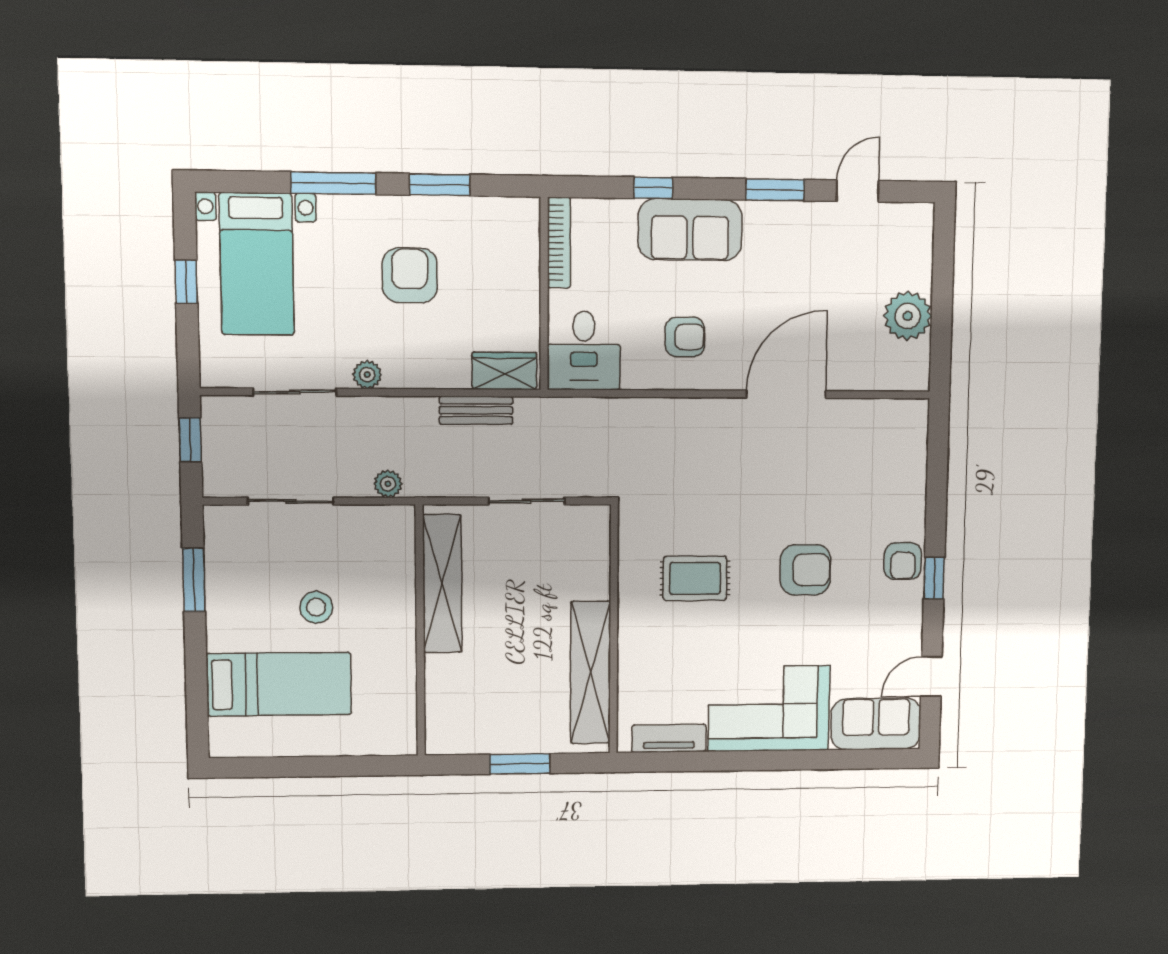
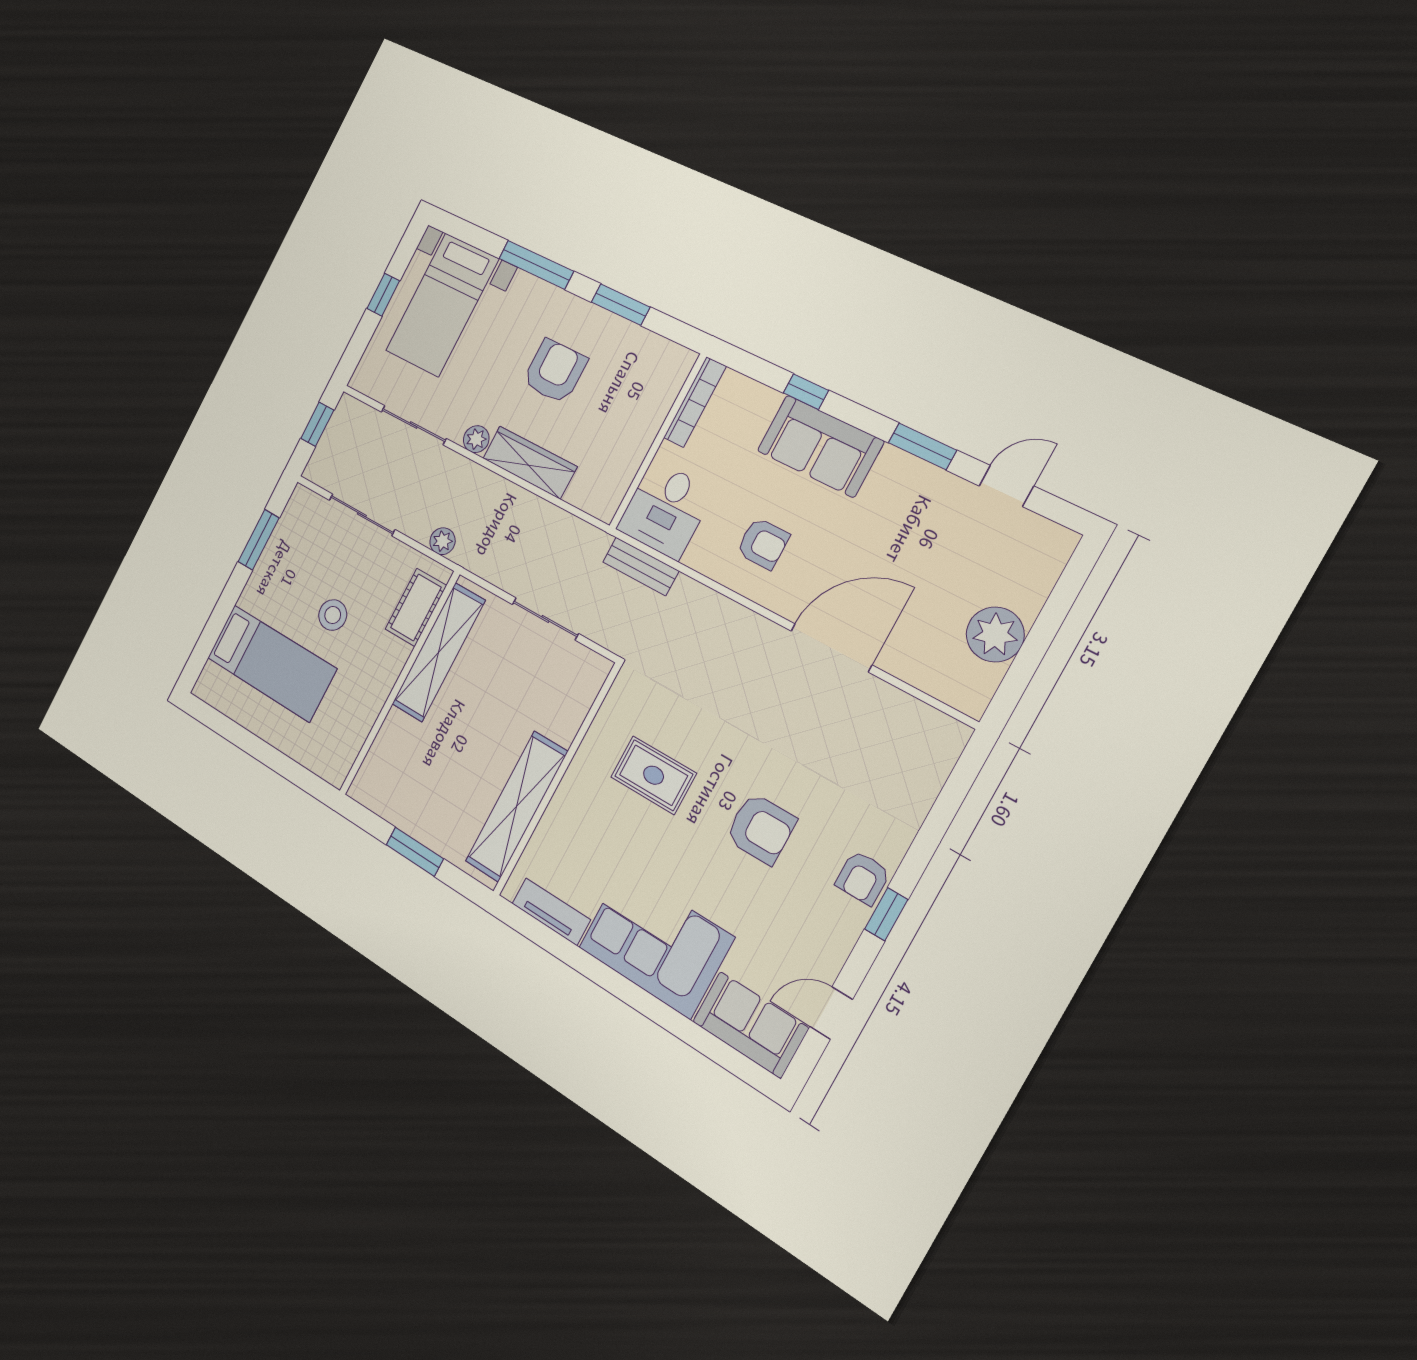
wardrobe: (504, 371) -> (530, 462), moved, width x1.50
bench: (476, 410) -> (641, 566), moved
cot: (397, 556) -> (416, 607), added

